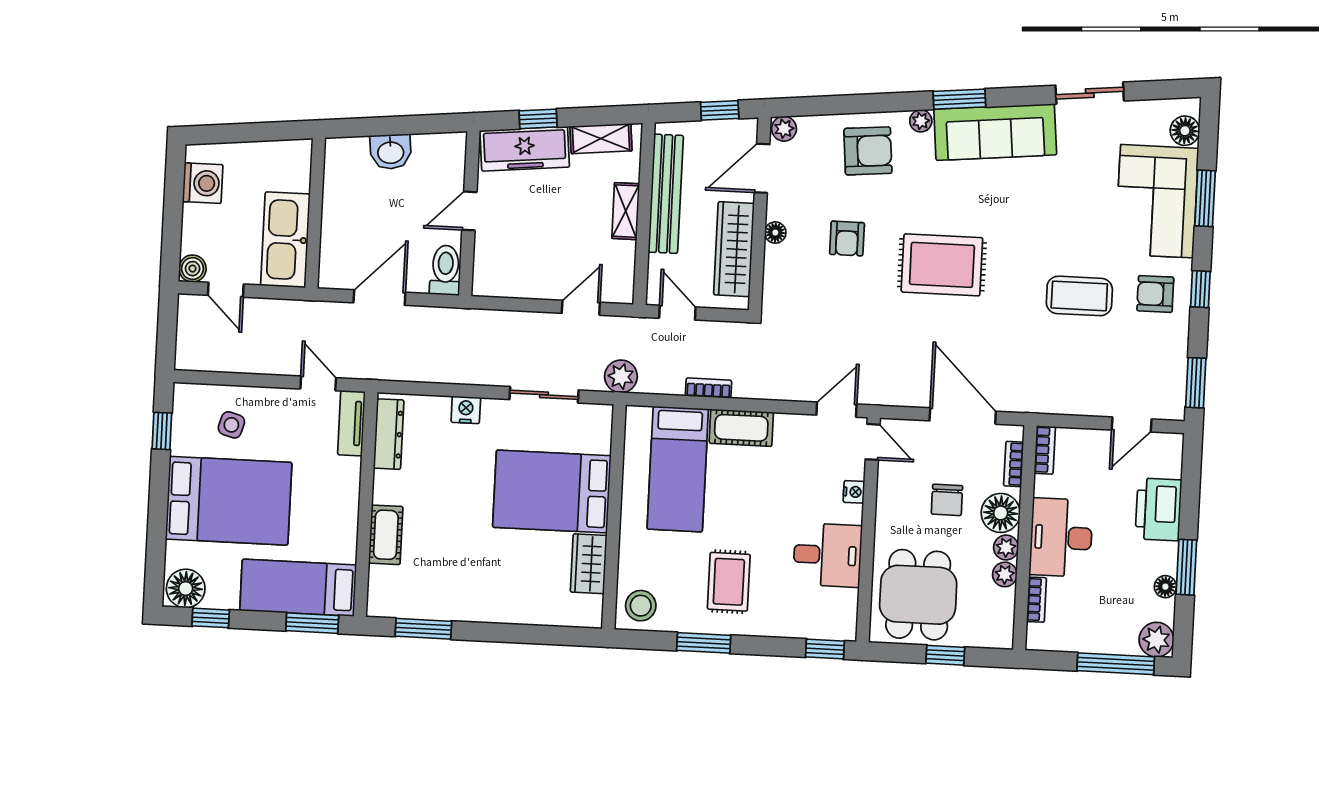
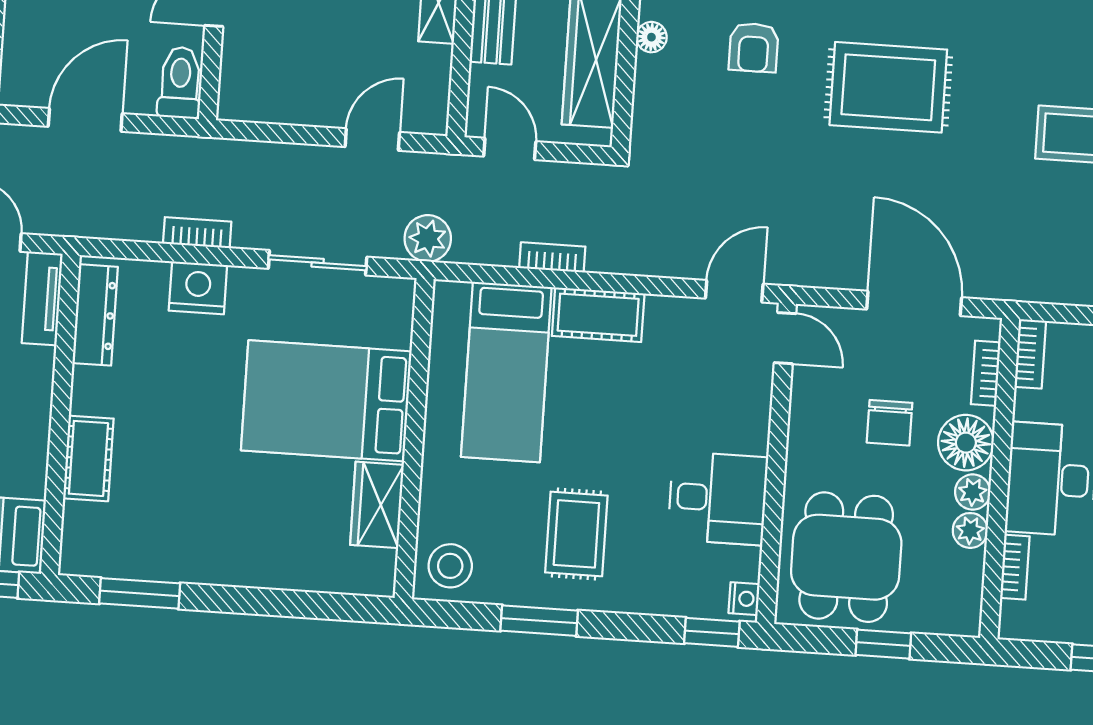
bookcase: (459, 375) -> (197, 233), added
nightstand: (466, 410) -> (198, 288), width x1.36, depth x1.33
nightstand: (854, 492) -> (744, 599), moved

